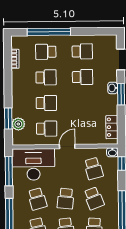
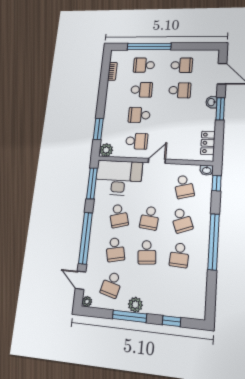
school desk: (46, 103) -> (139, 115), turned 180
plant: (18, 124) -> (106, 150), moved

